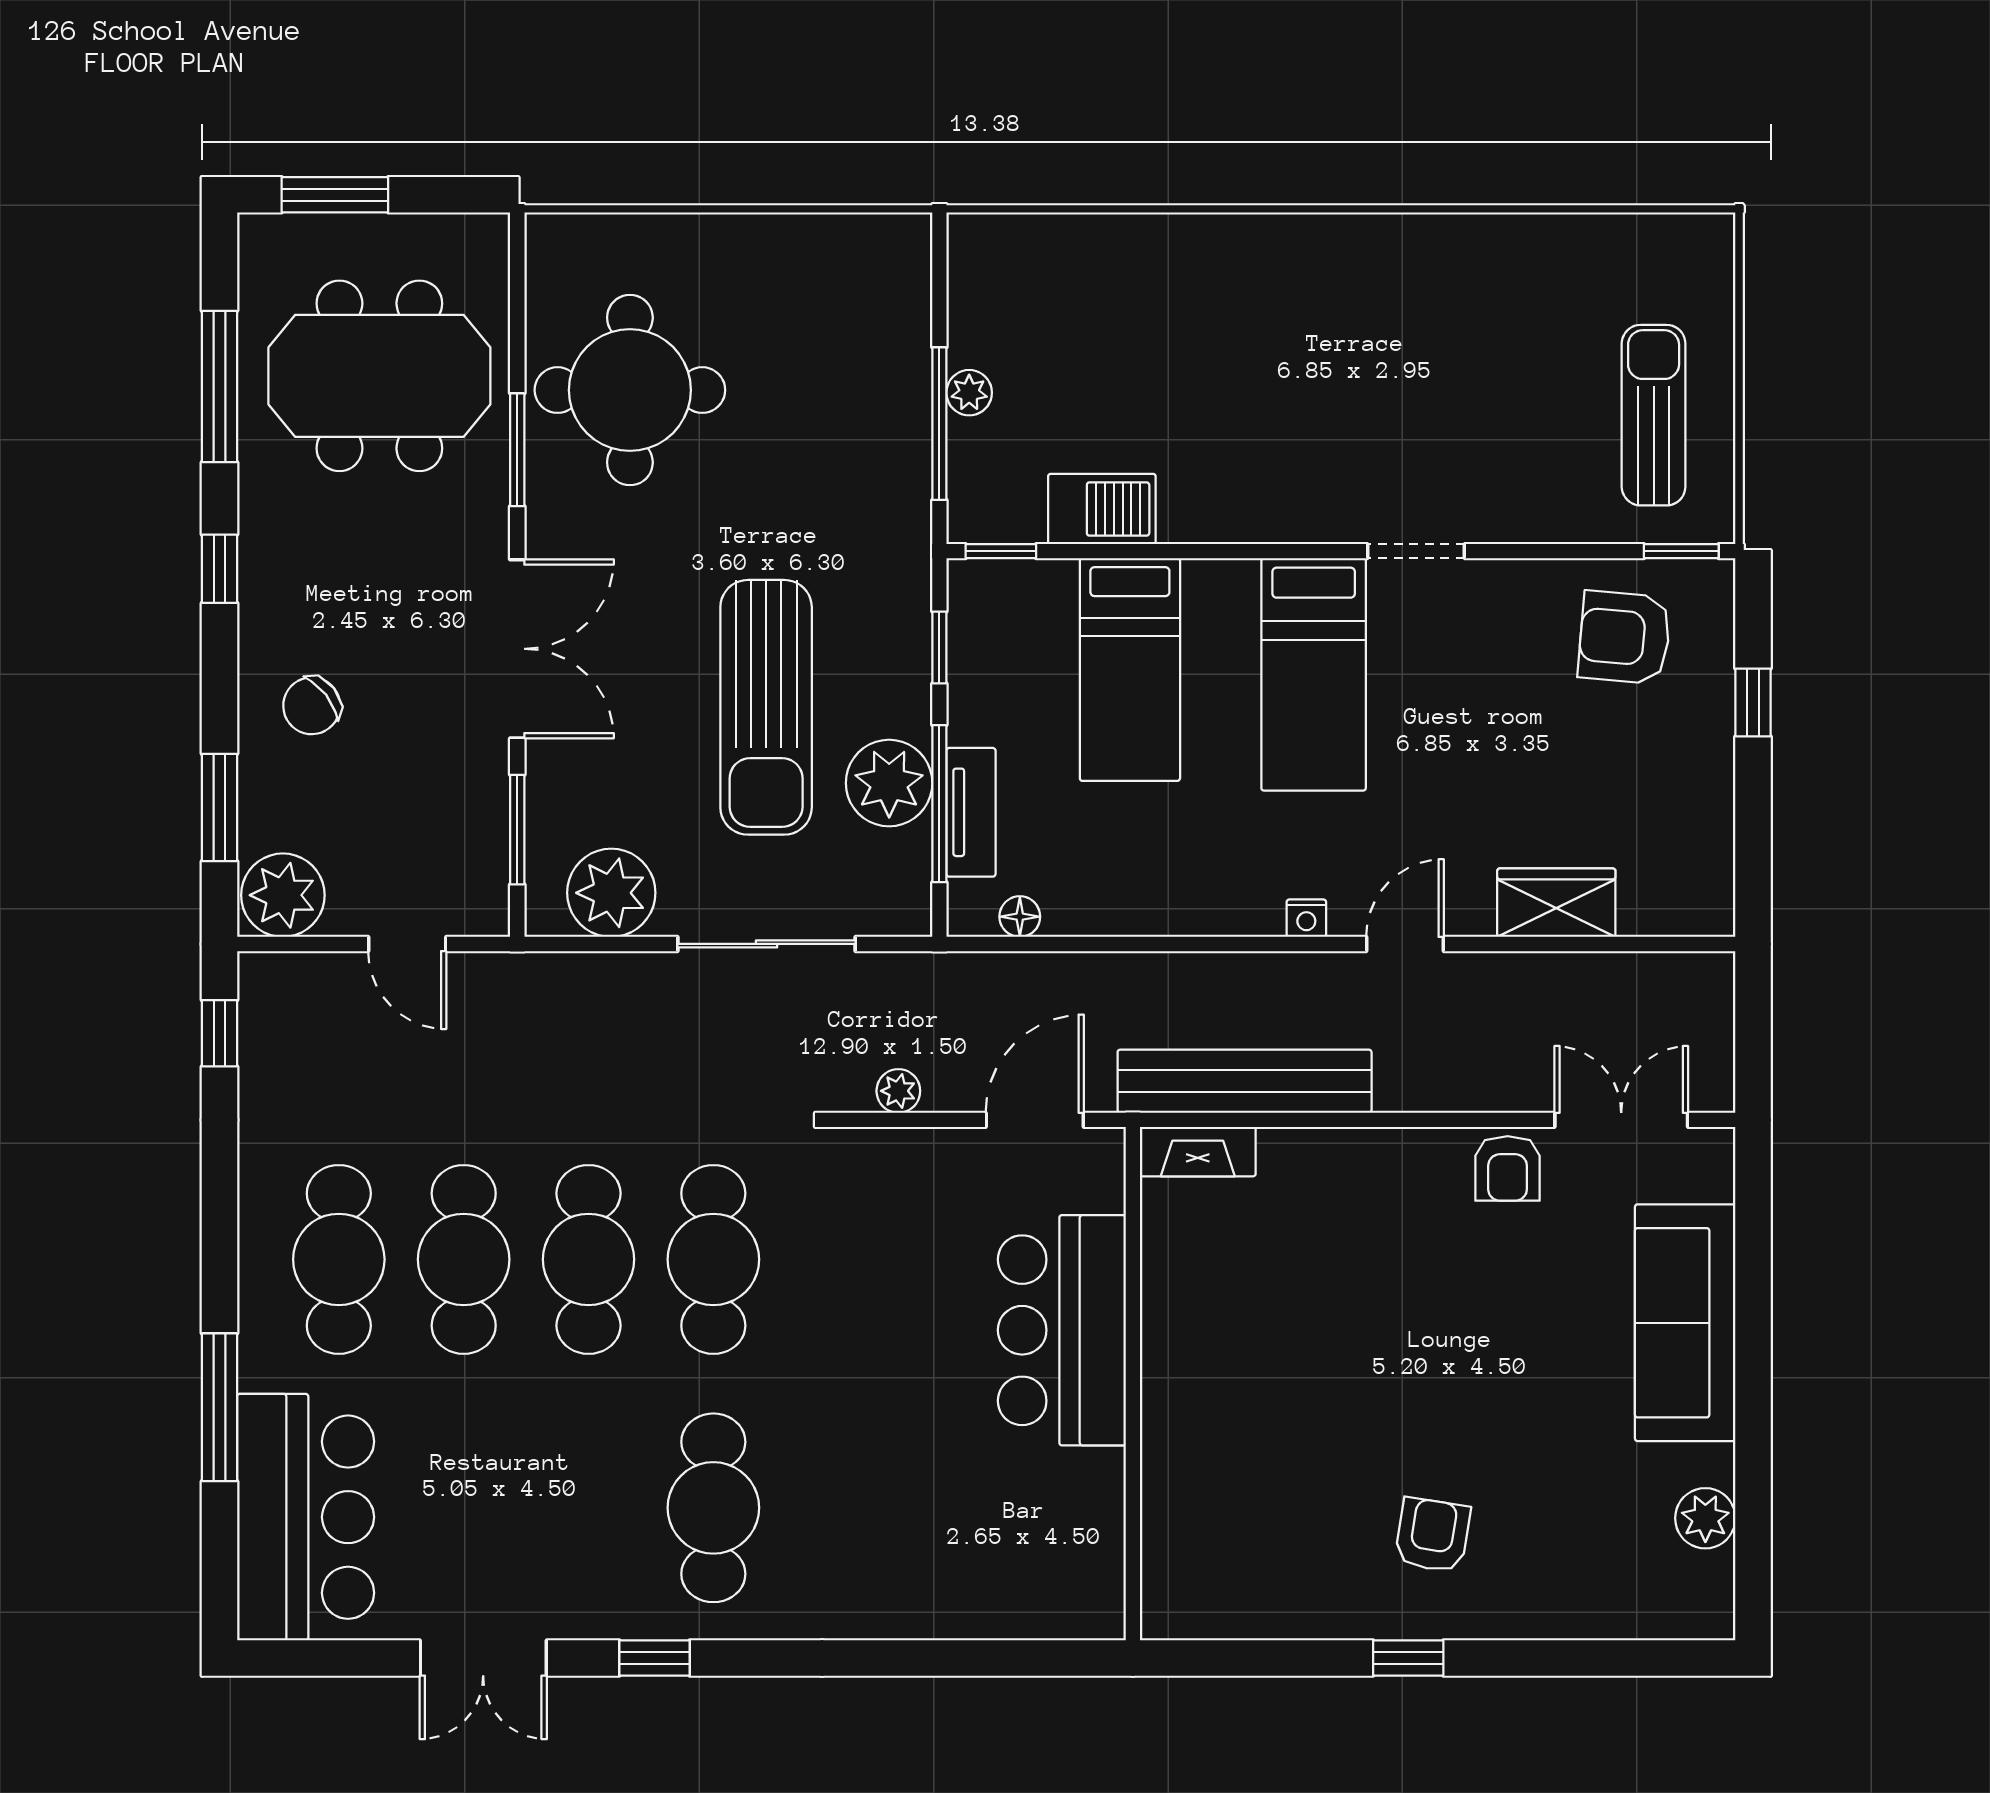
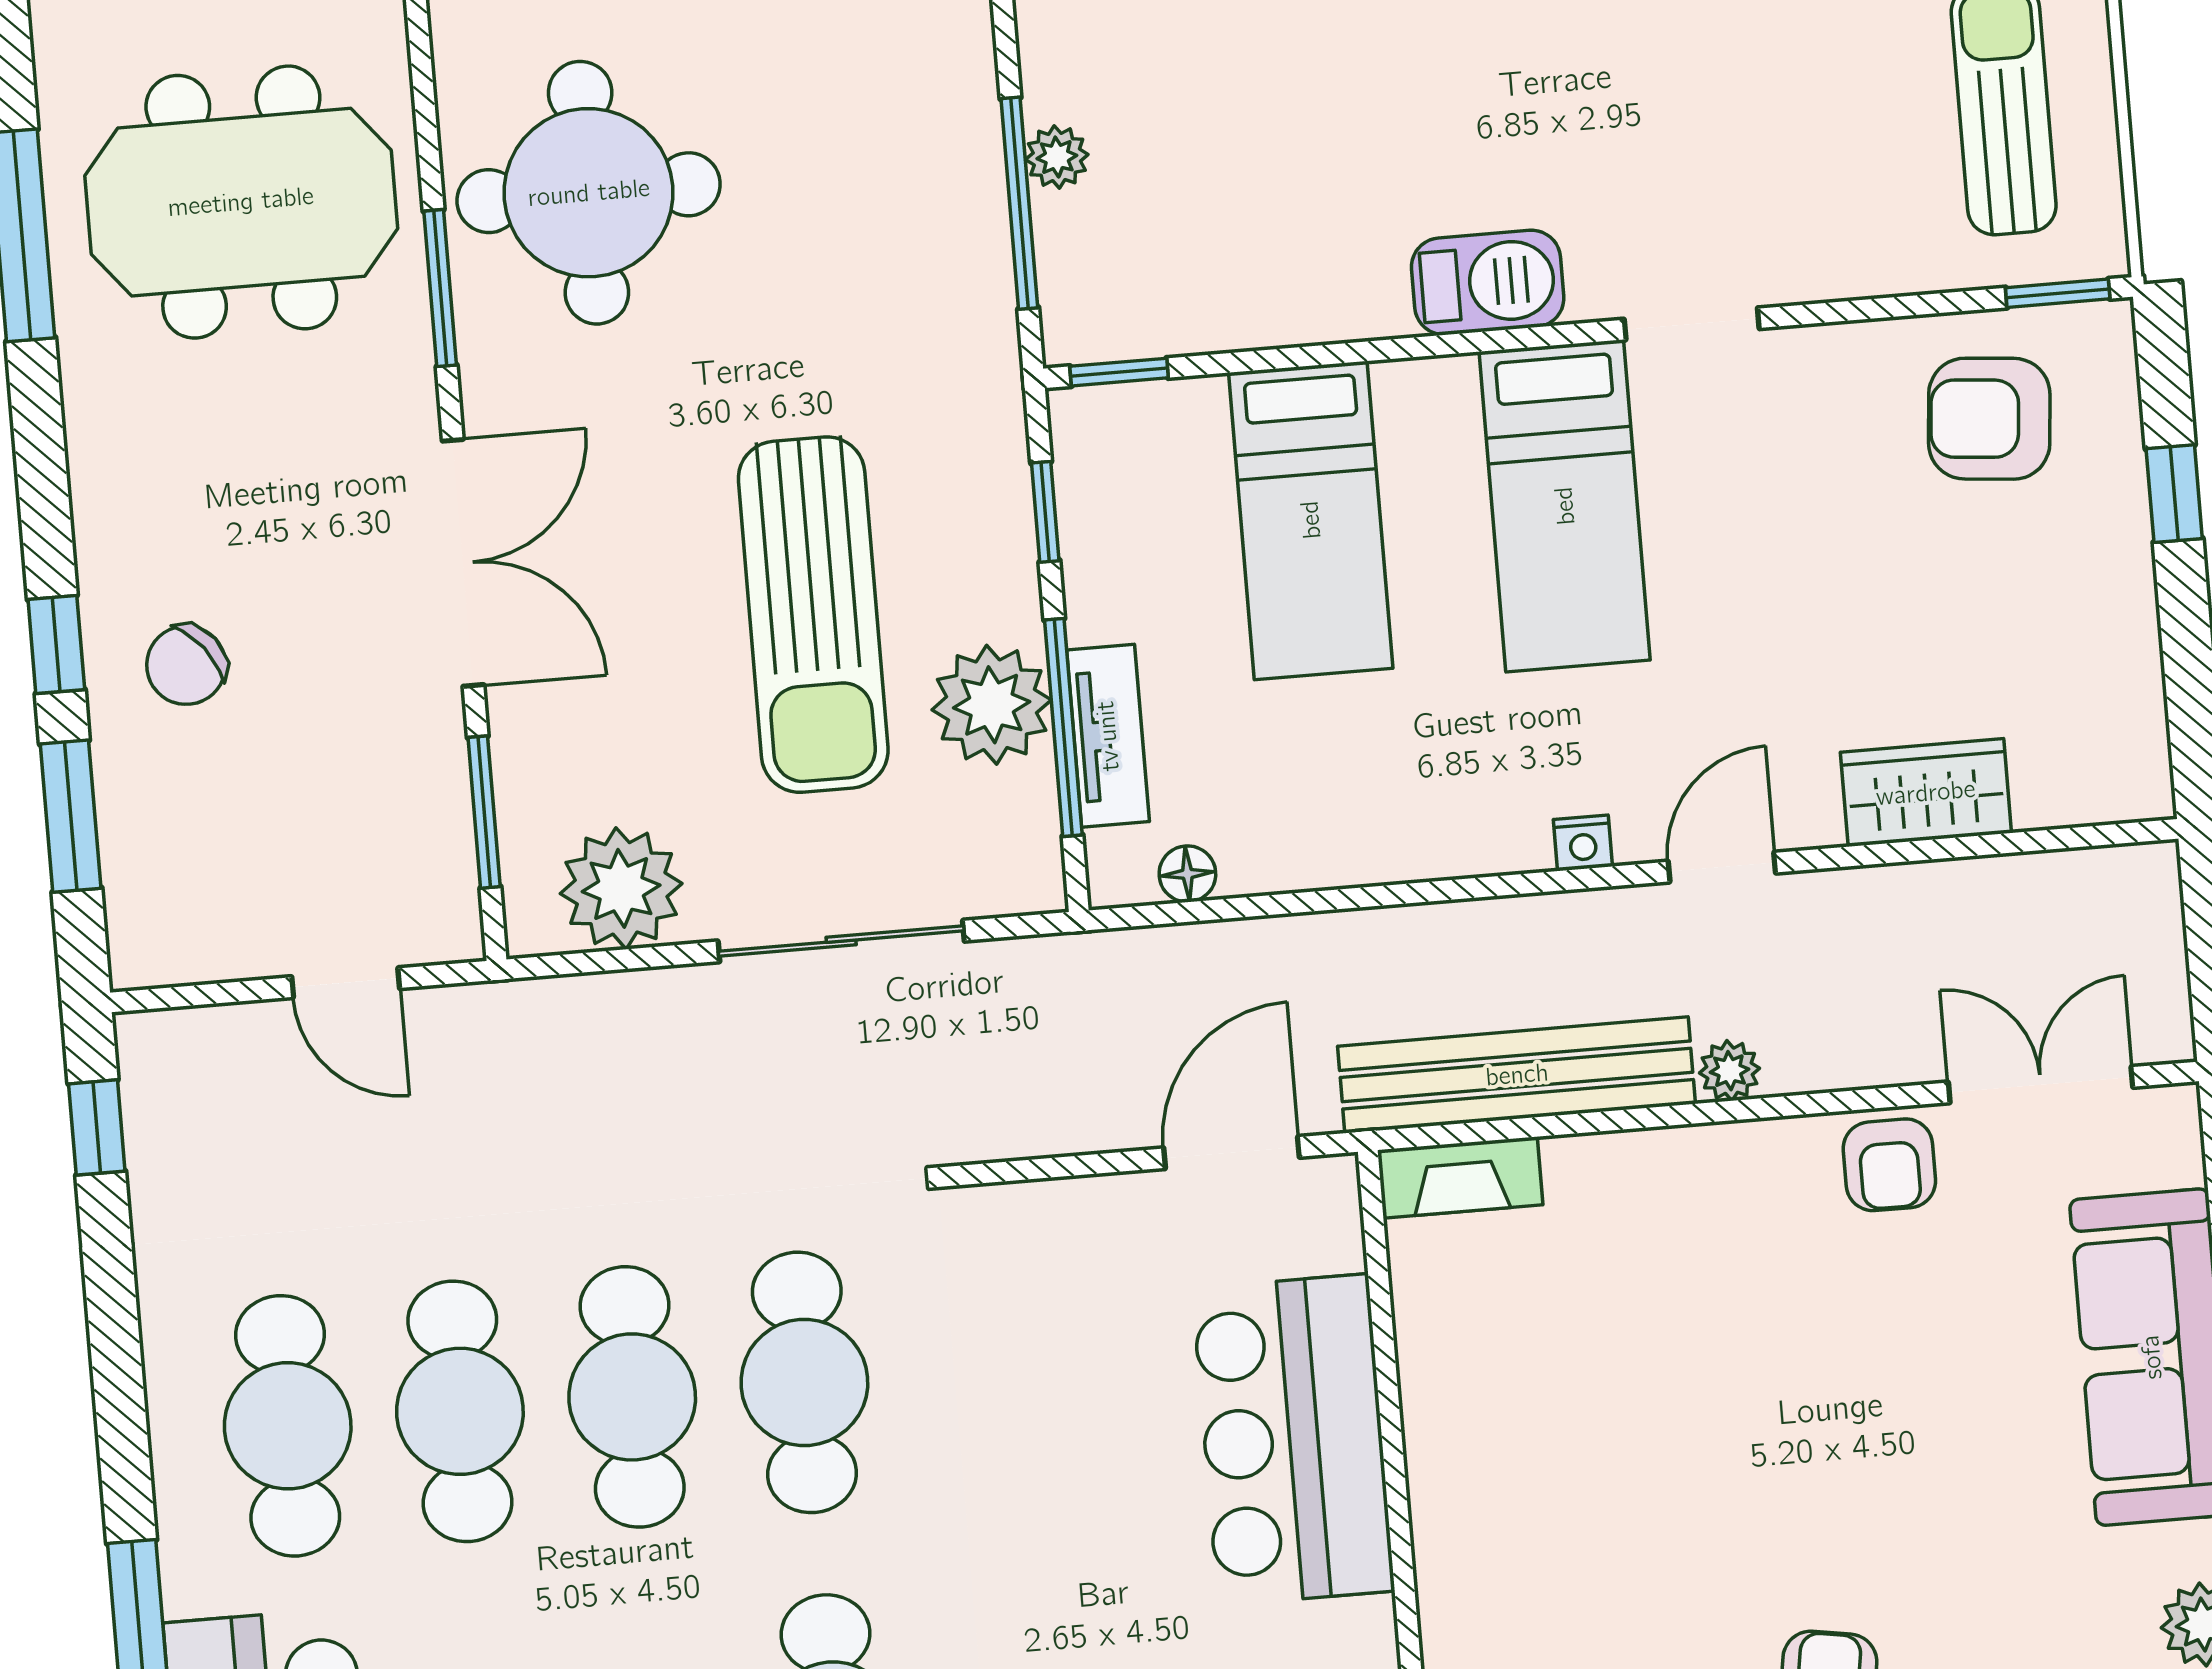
barbecue: (1102, 509) -> (1488, 282), moved
window: (219, 569) -> (56, 645), moved
plant: (283, 895) -> (168, 930), removed
plant: (898, 1091) -> (1729, 1071), moved

